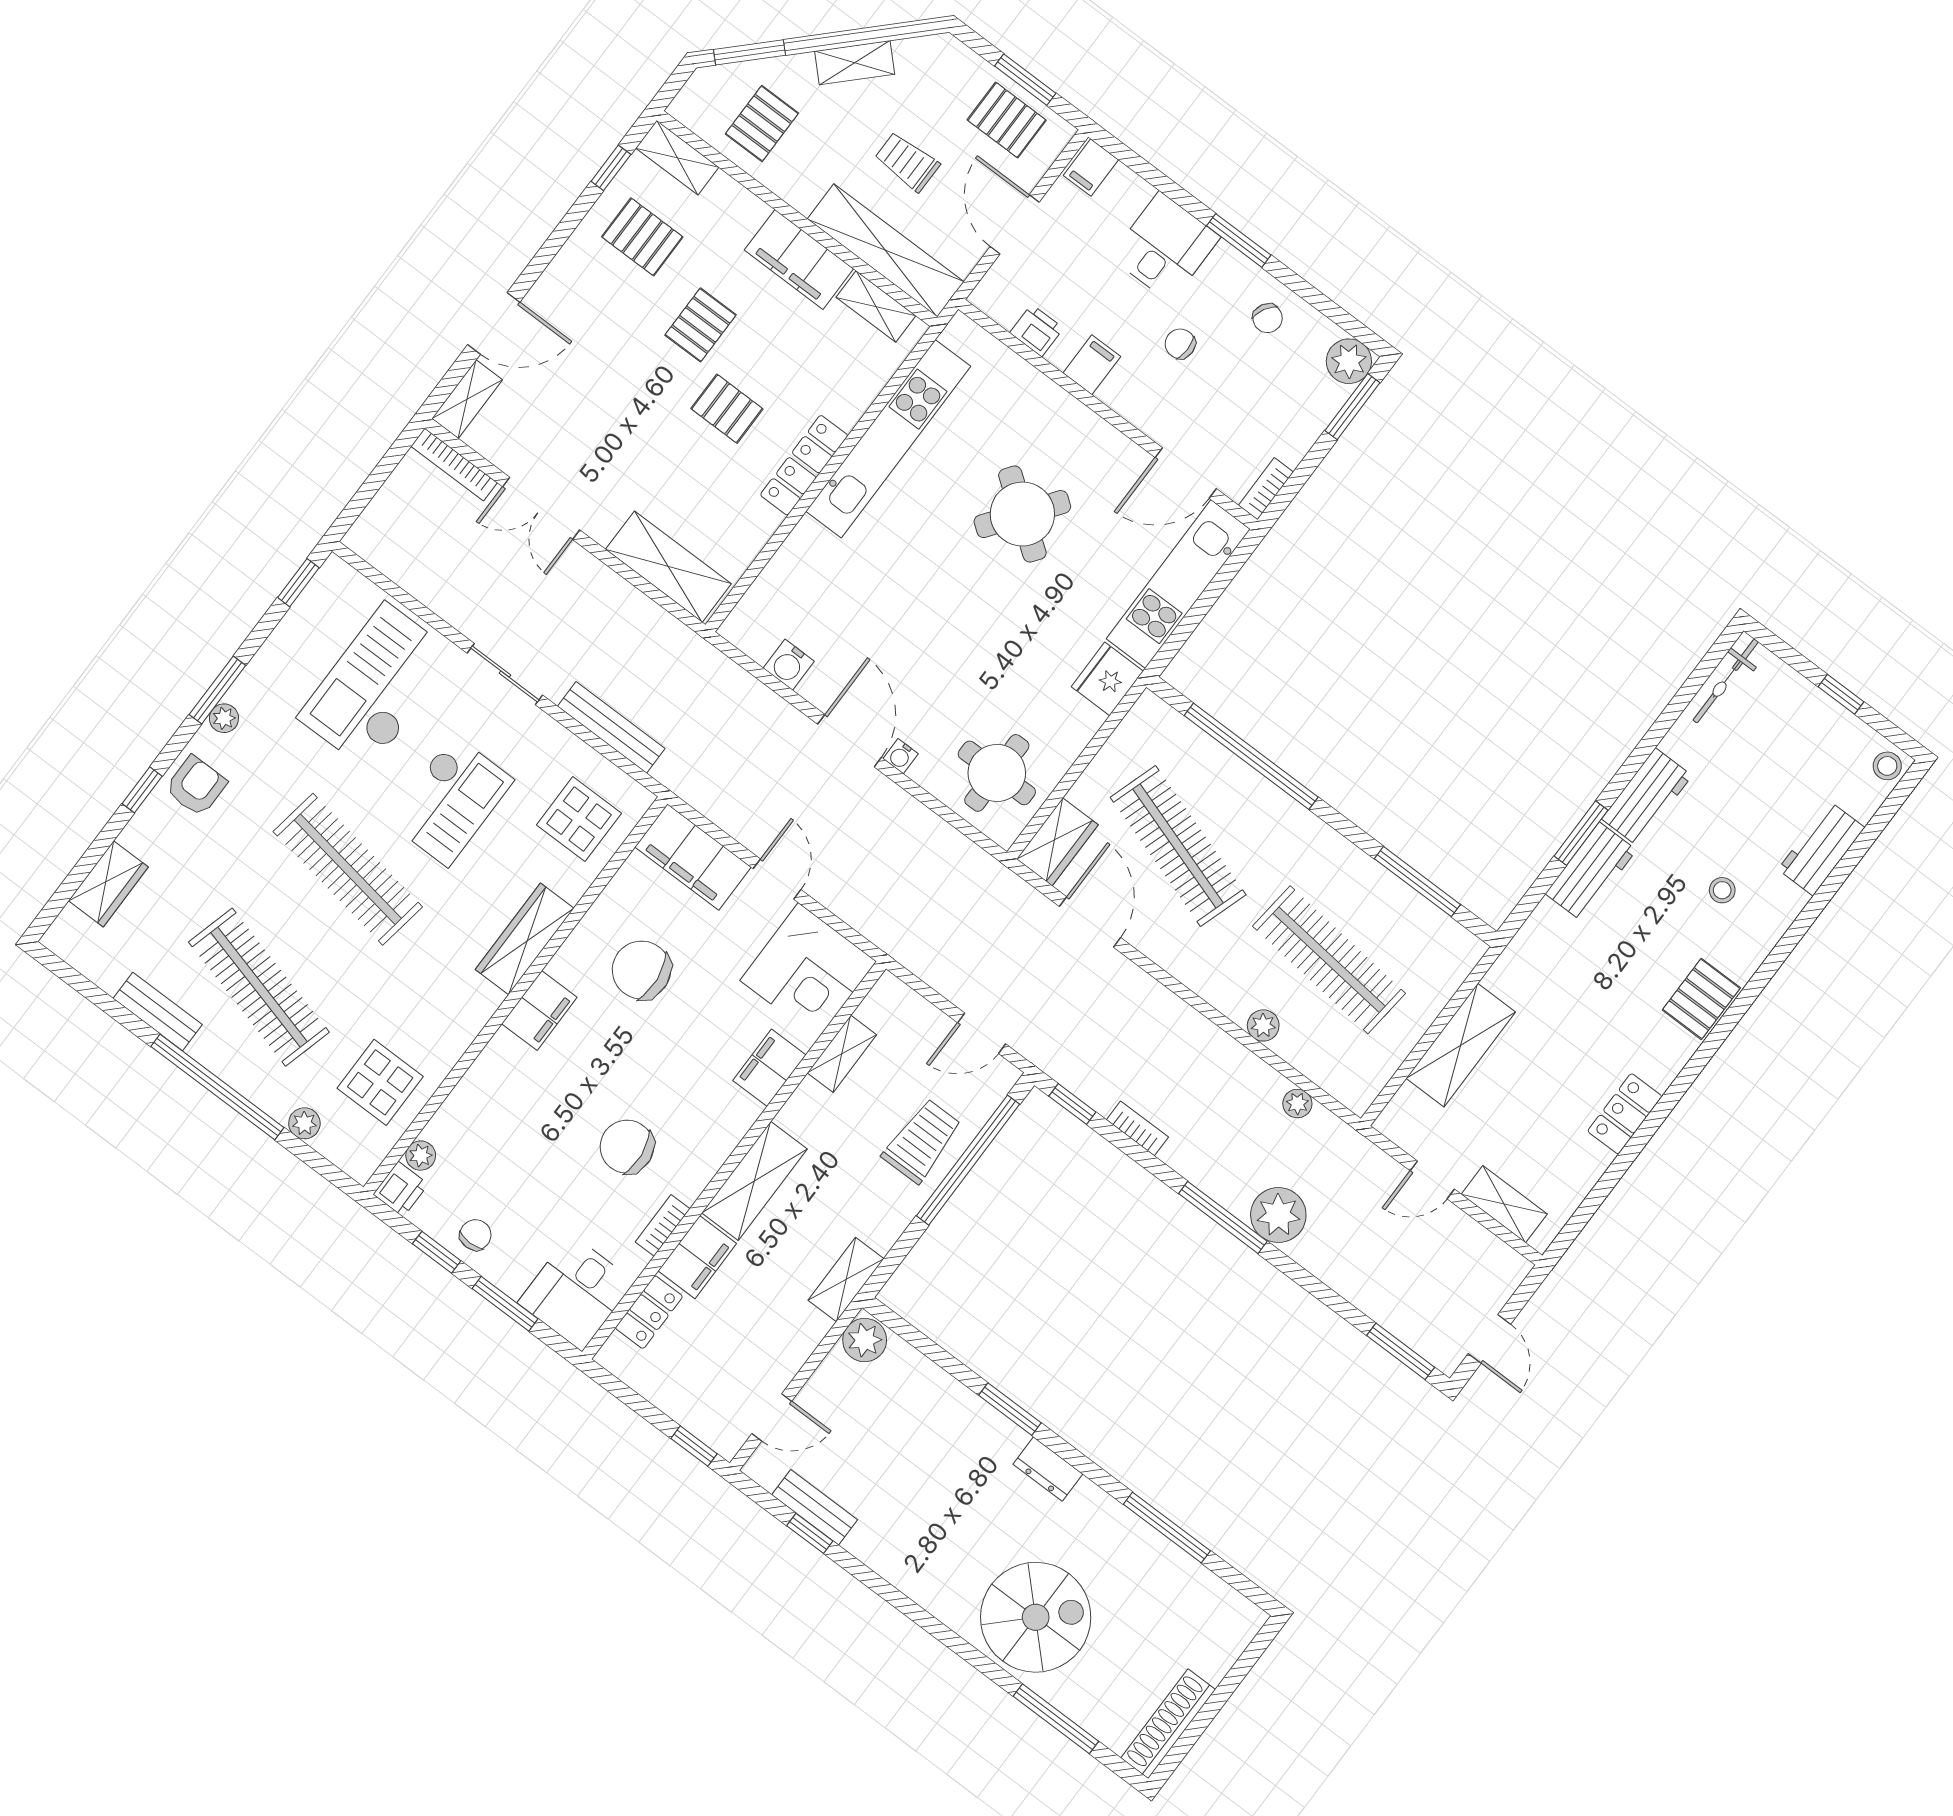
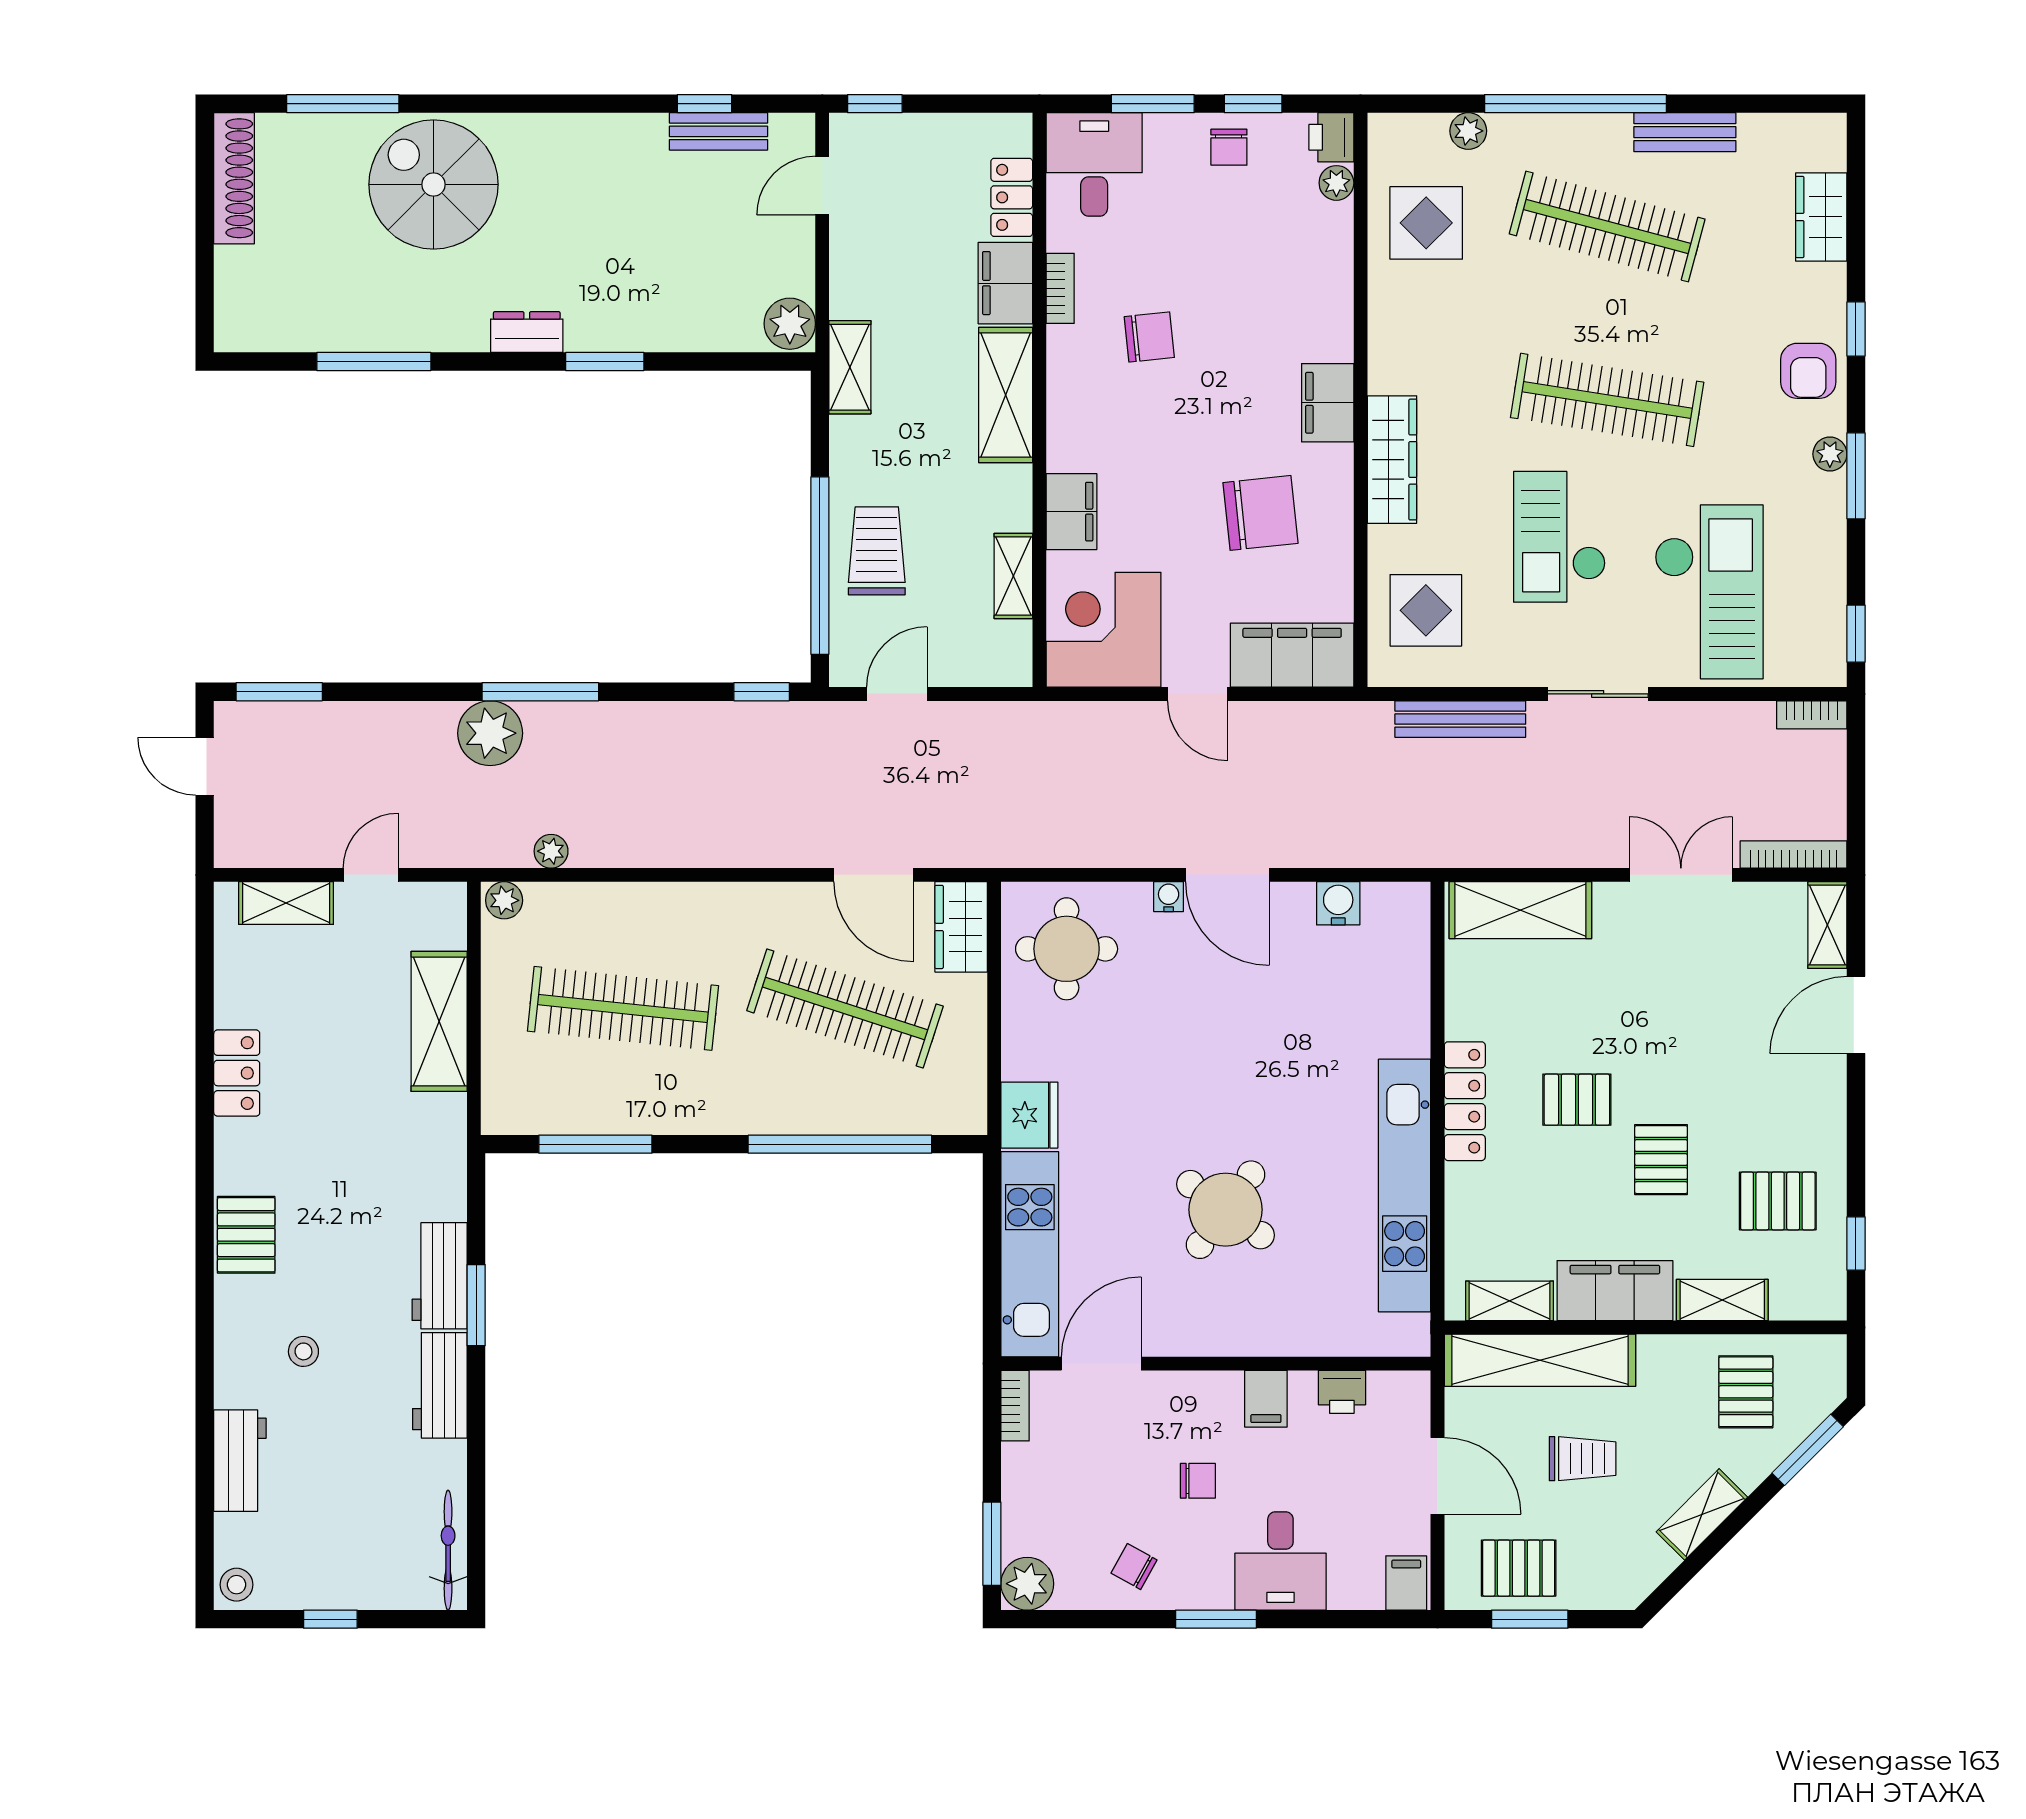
shelving: (677, 158) -> (1722, 1300), moved
plant: (1263, 1025) -> (504, 900), moved
bookcase: (1137, 1128) -> (1812, 715), moved
trolley: (922, 1141) -> (877, 551), turned 180
chair: (627, 1147) -> (1149, 337), width x0.73, depth x0.73
spiral stairs: (1036, 1617) -> (433, 184), turned 90

